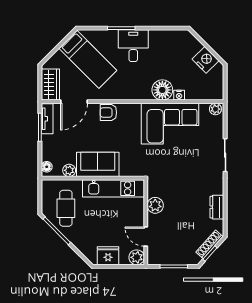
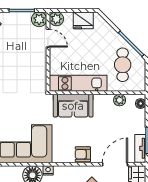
nightstand: (179, 95) -> (48, 170), moved
armchair: (108, 112) -> (83, 154), turned 180
sofa: (98, 164) -> (73, 106), moved
plant: (155, 205) -> (39, 19), moved

